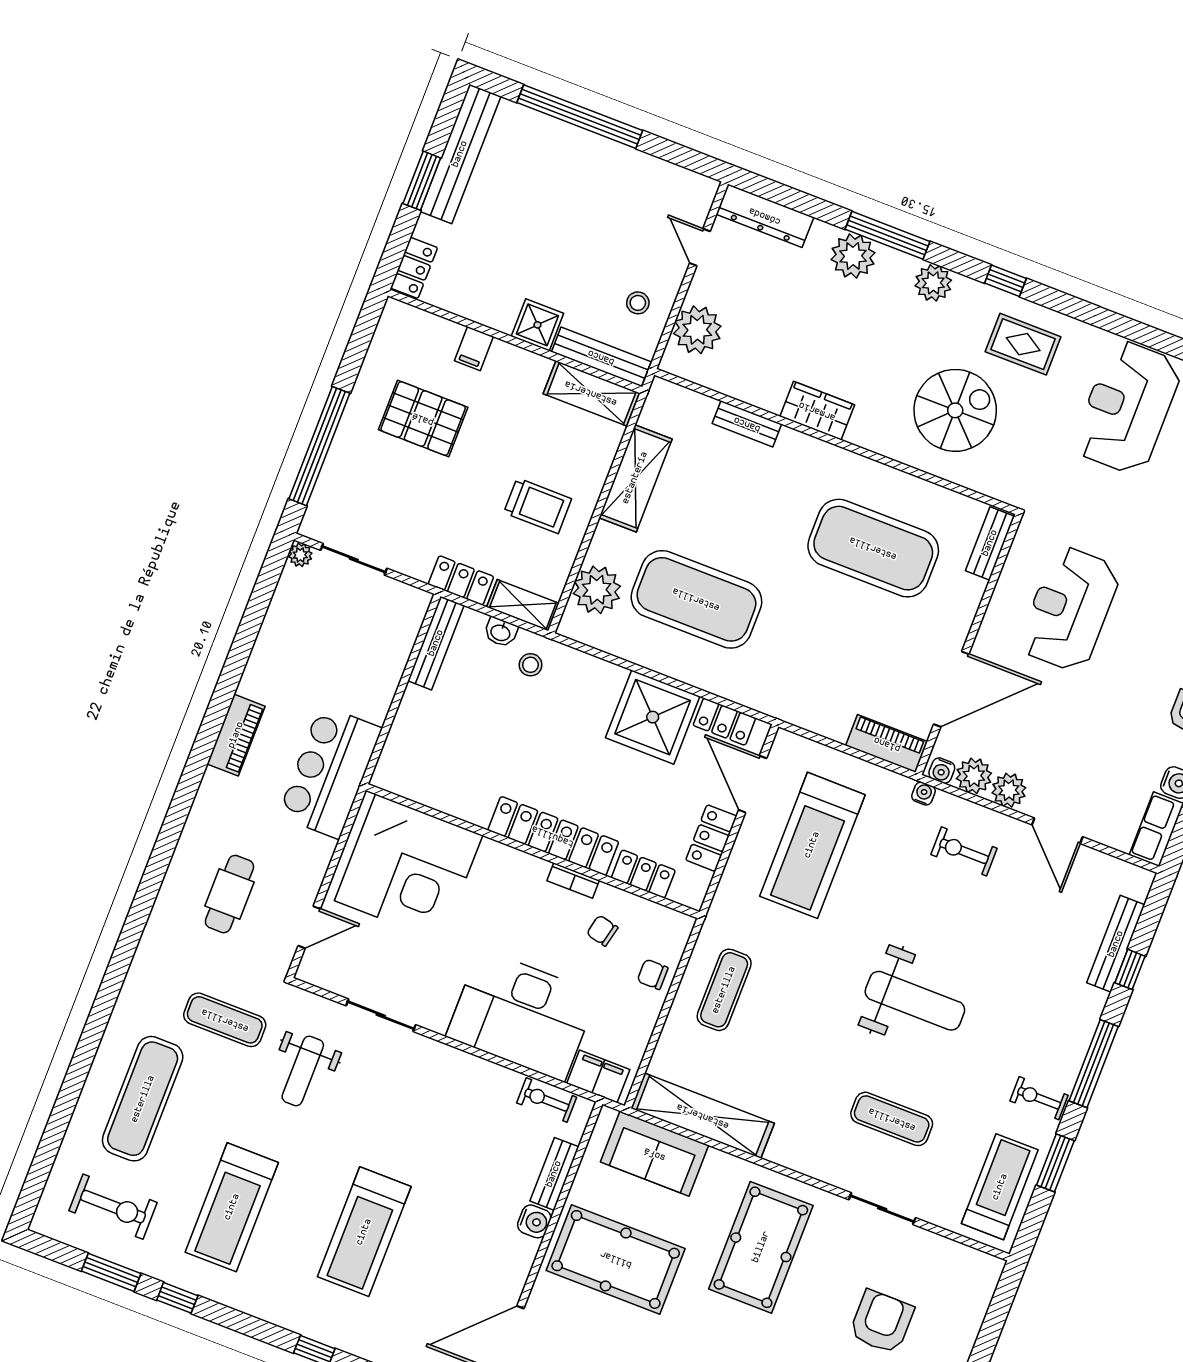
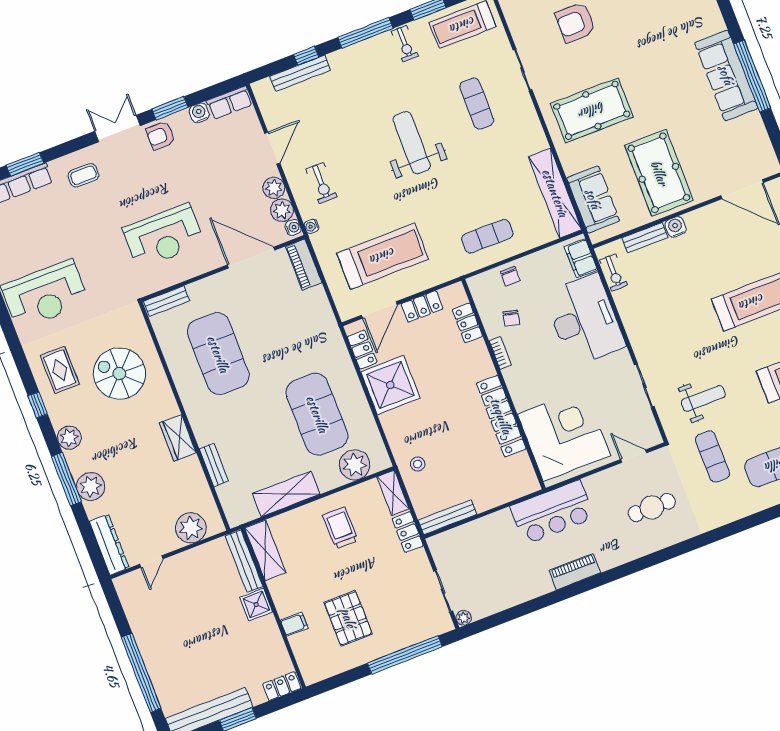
stool: (638, 303) -> (203, 567), removed
washbasin: (501, 632) -> (415, 492), removed
locker: (553, 836) -> (501, 416), moved

